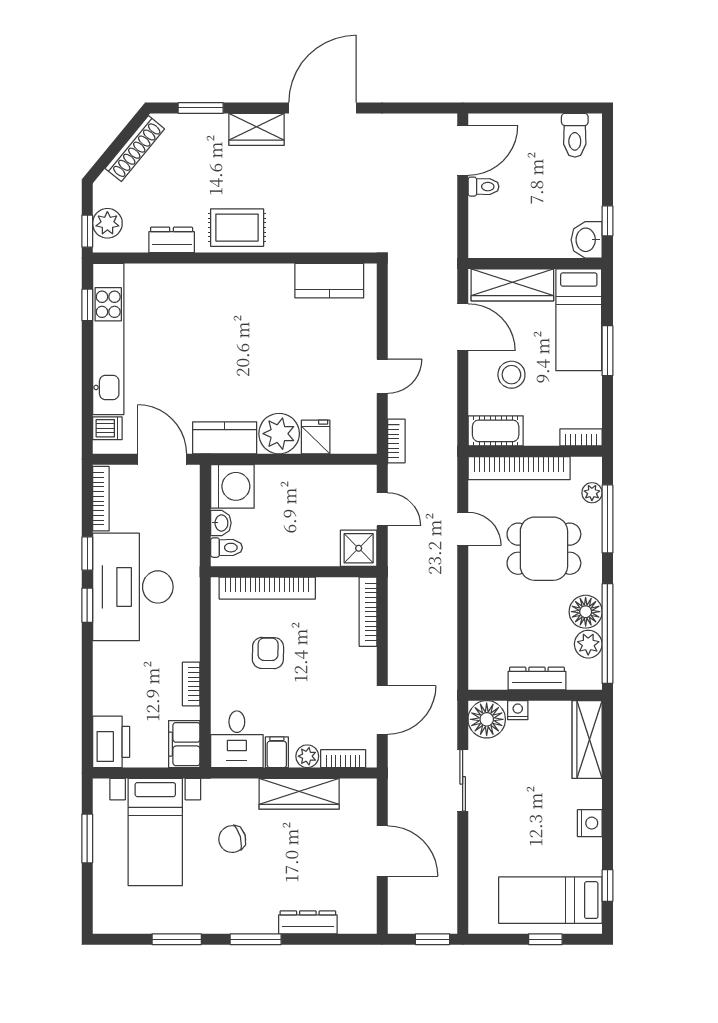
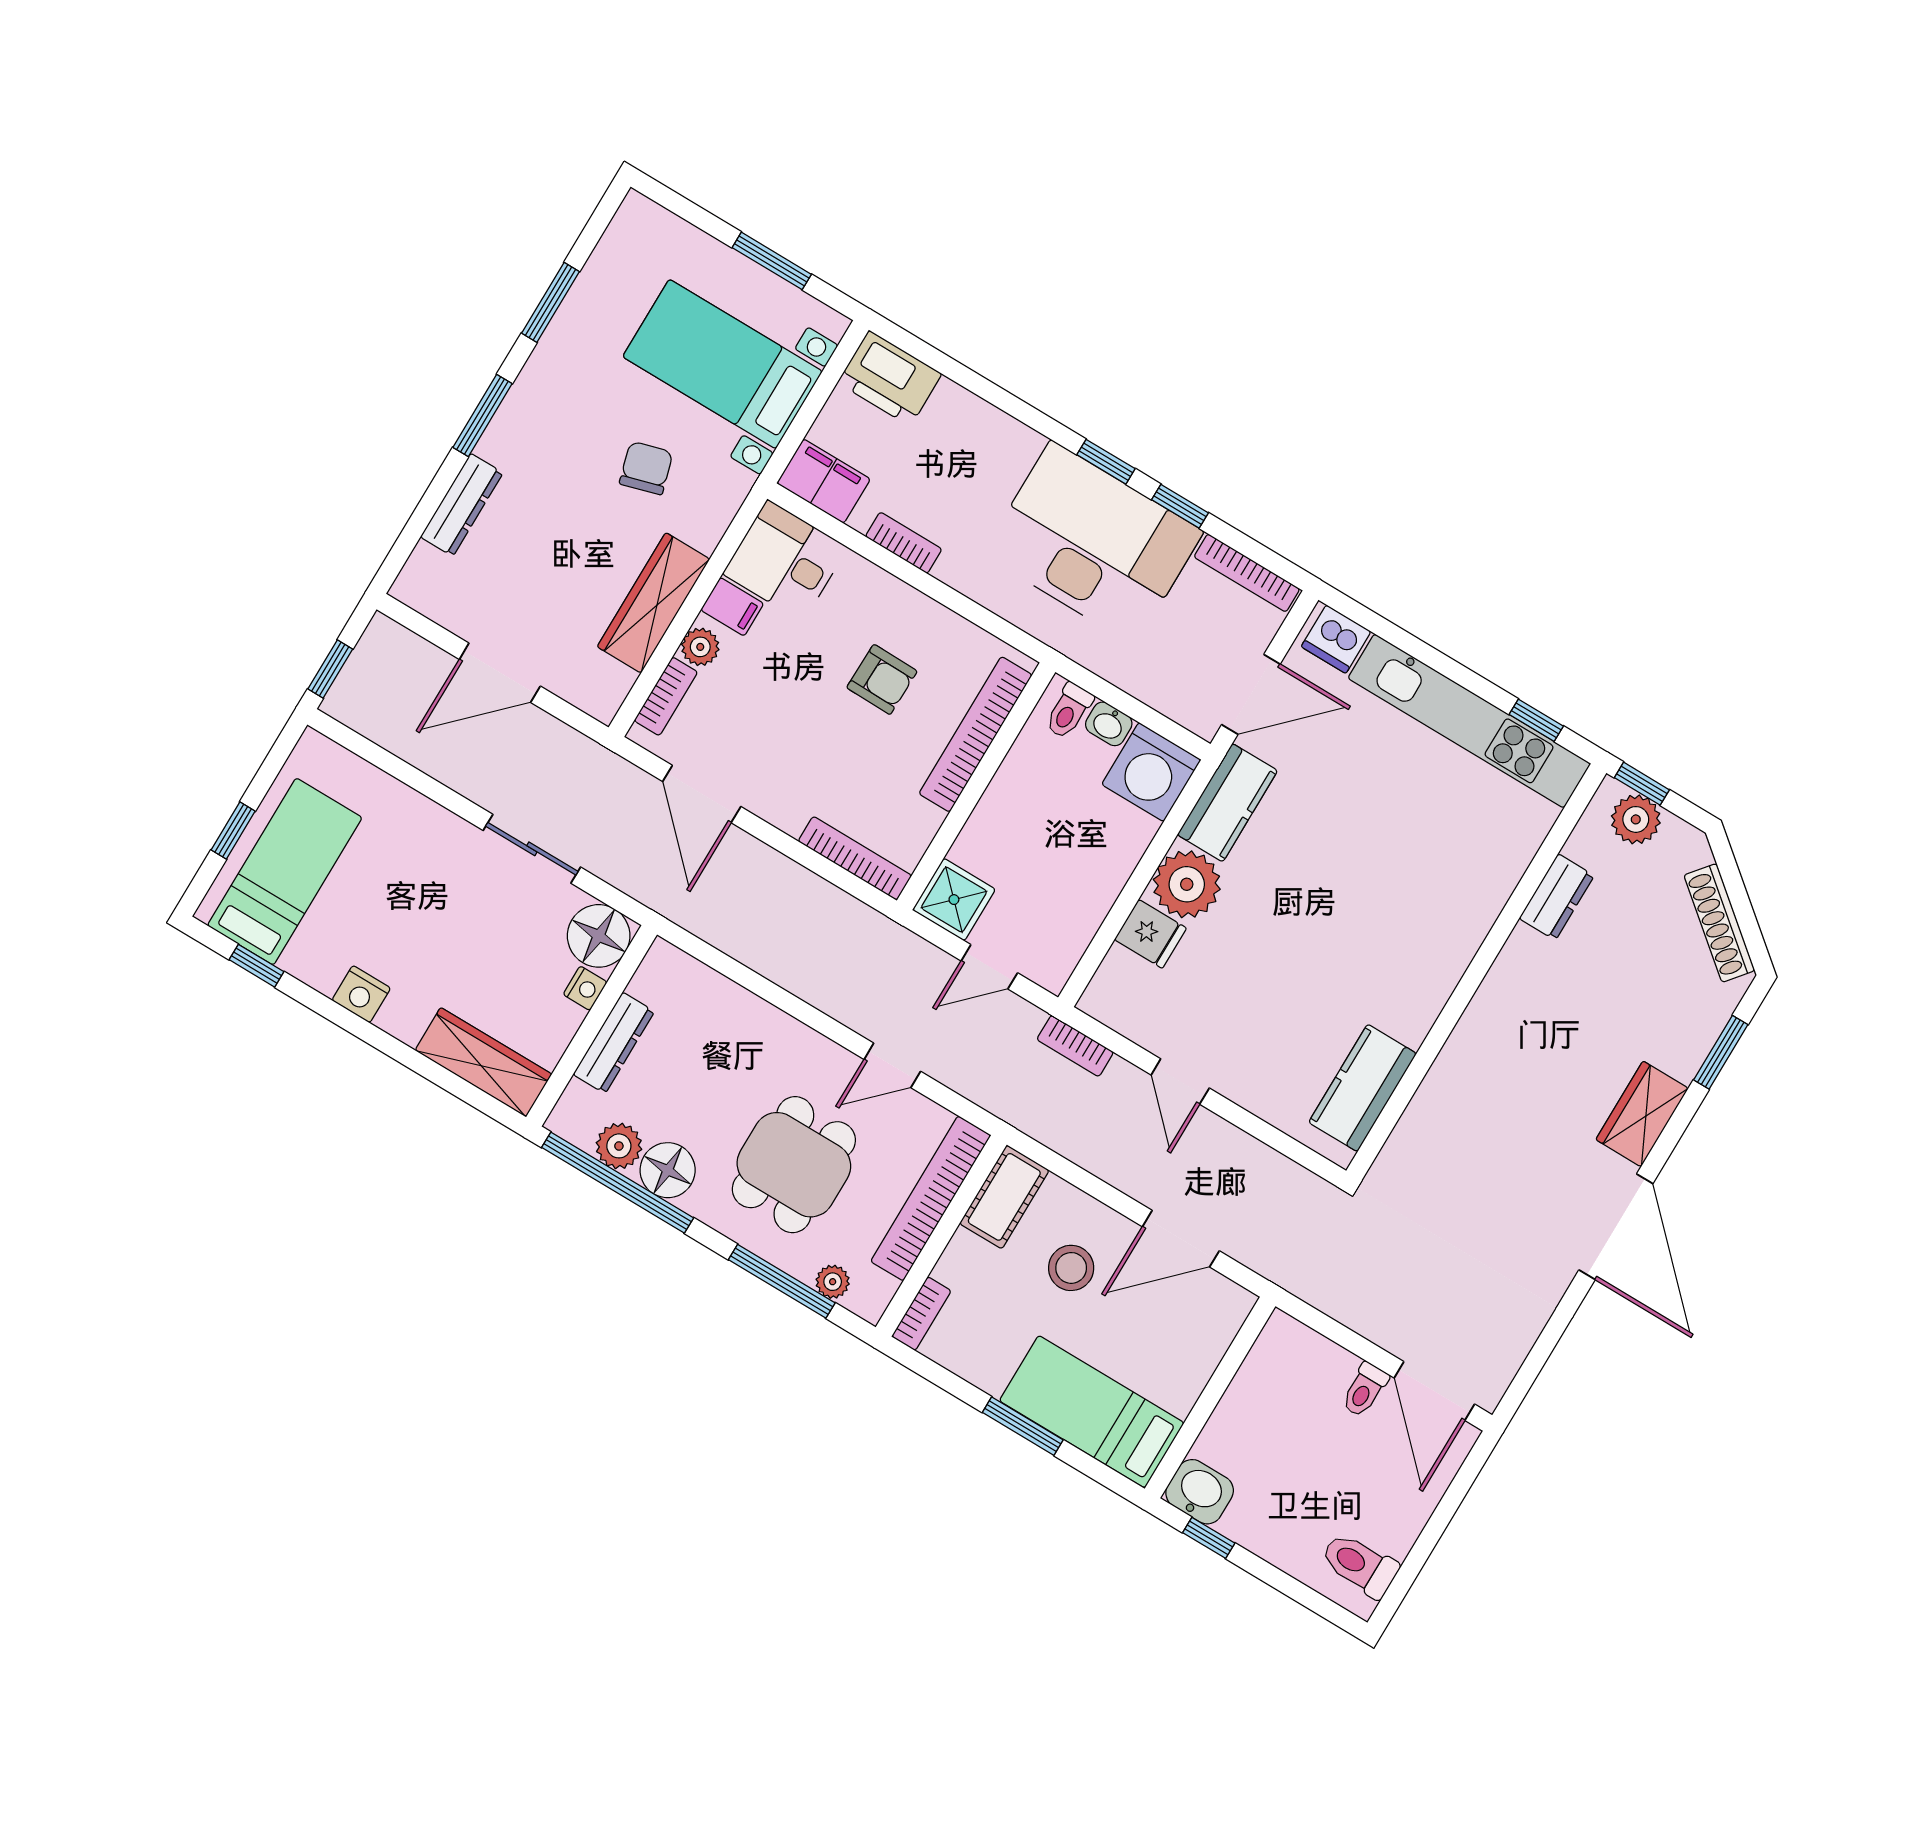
rug: (237, 228) -> (1518, 1001), removed
wardrobe: (512, 285) -> (1199, 1347), removed
dishwasher: (107, 428) -> (1336, 639), width x1.38

